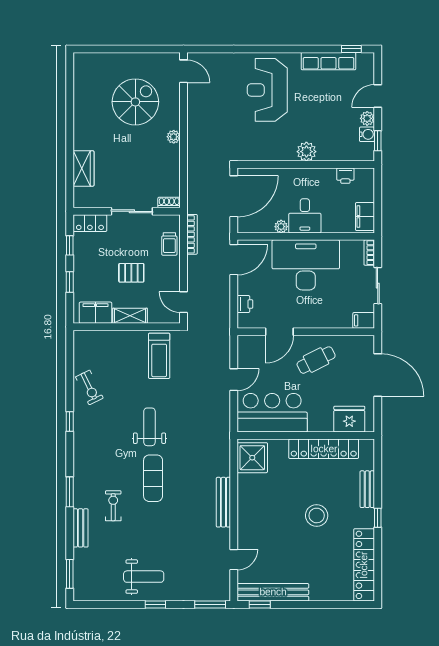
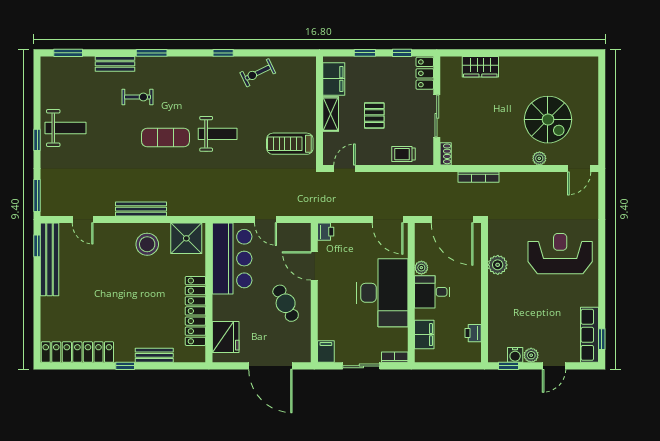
row of seats: (328, 61) -> (589, 335), moved
door: (378, 96) -> (554, 366), swing flipped
plant: (174, 137) -> (539, 158), moved
plant: (306, 152) -> (498, 265), moved
filing cabinet: (365, 217) -> (424, 335), moved, turned 90
bookcase: (192, 234) -> (479, 177), moved
printer: (245, 304) -> (326, 232), moved, turned -90
door: (378, 375) -> (270, 366), hinge flipped
stool: (317, 515) -> (147, 244), moved
weight bench: (144, 577) -> (65, 128), turned -90

